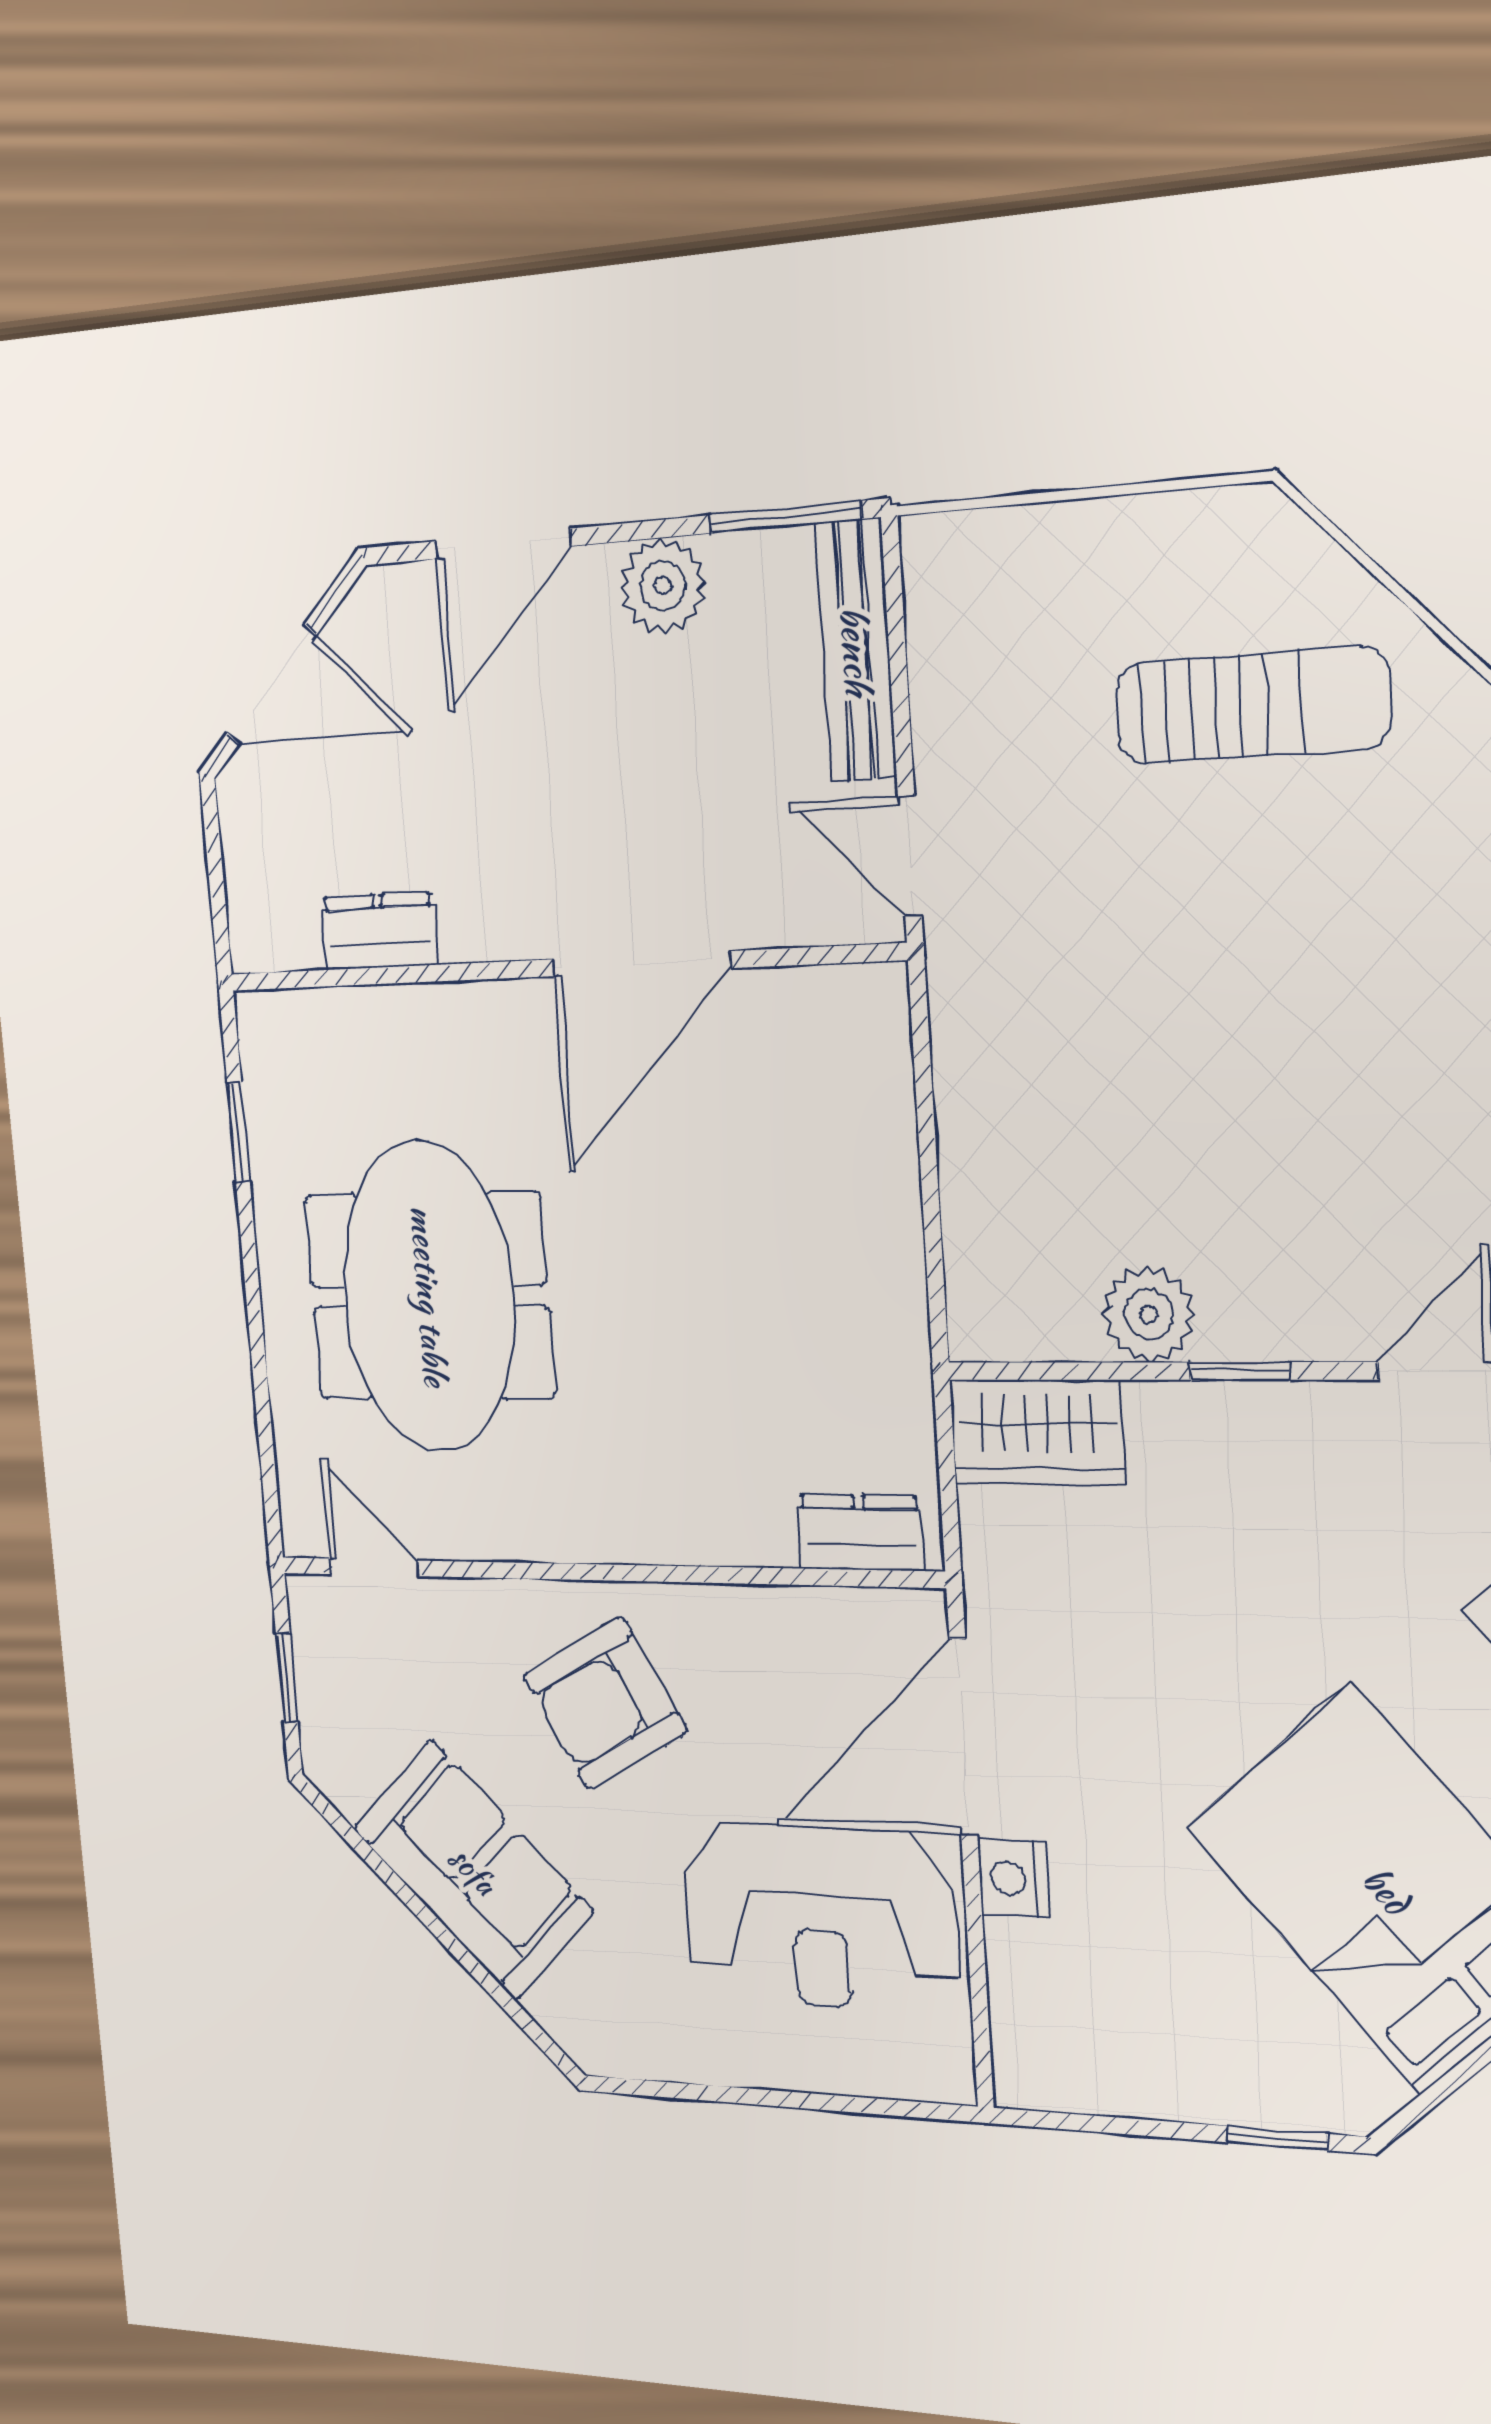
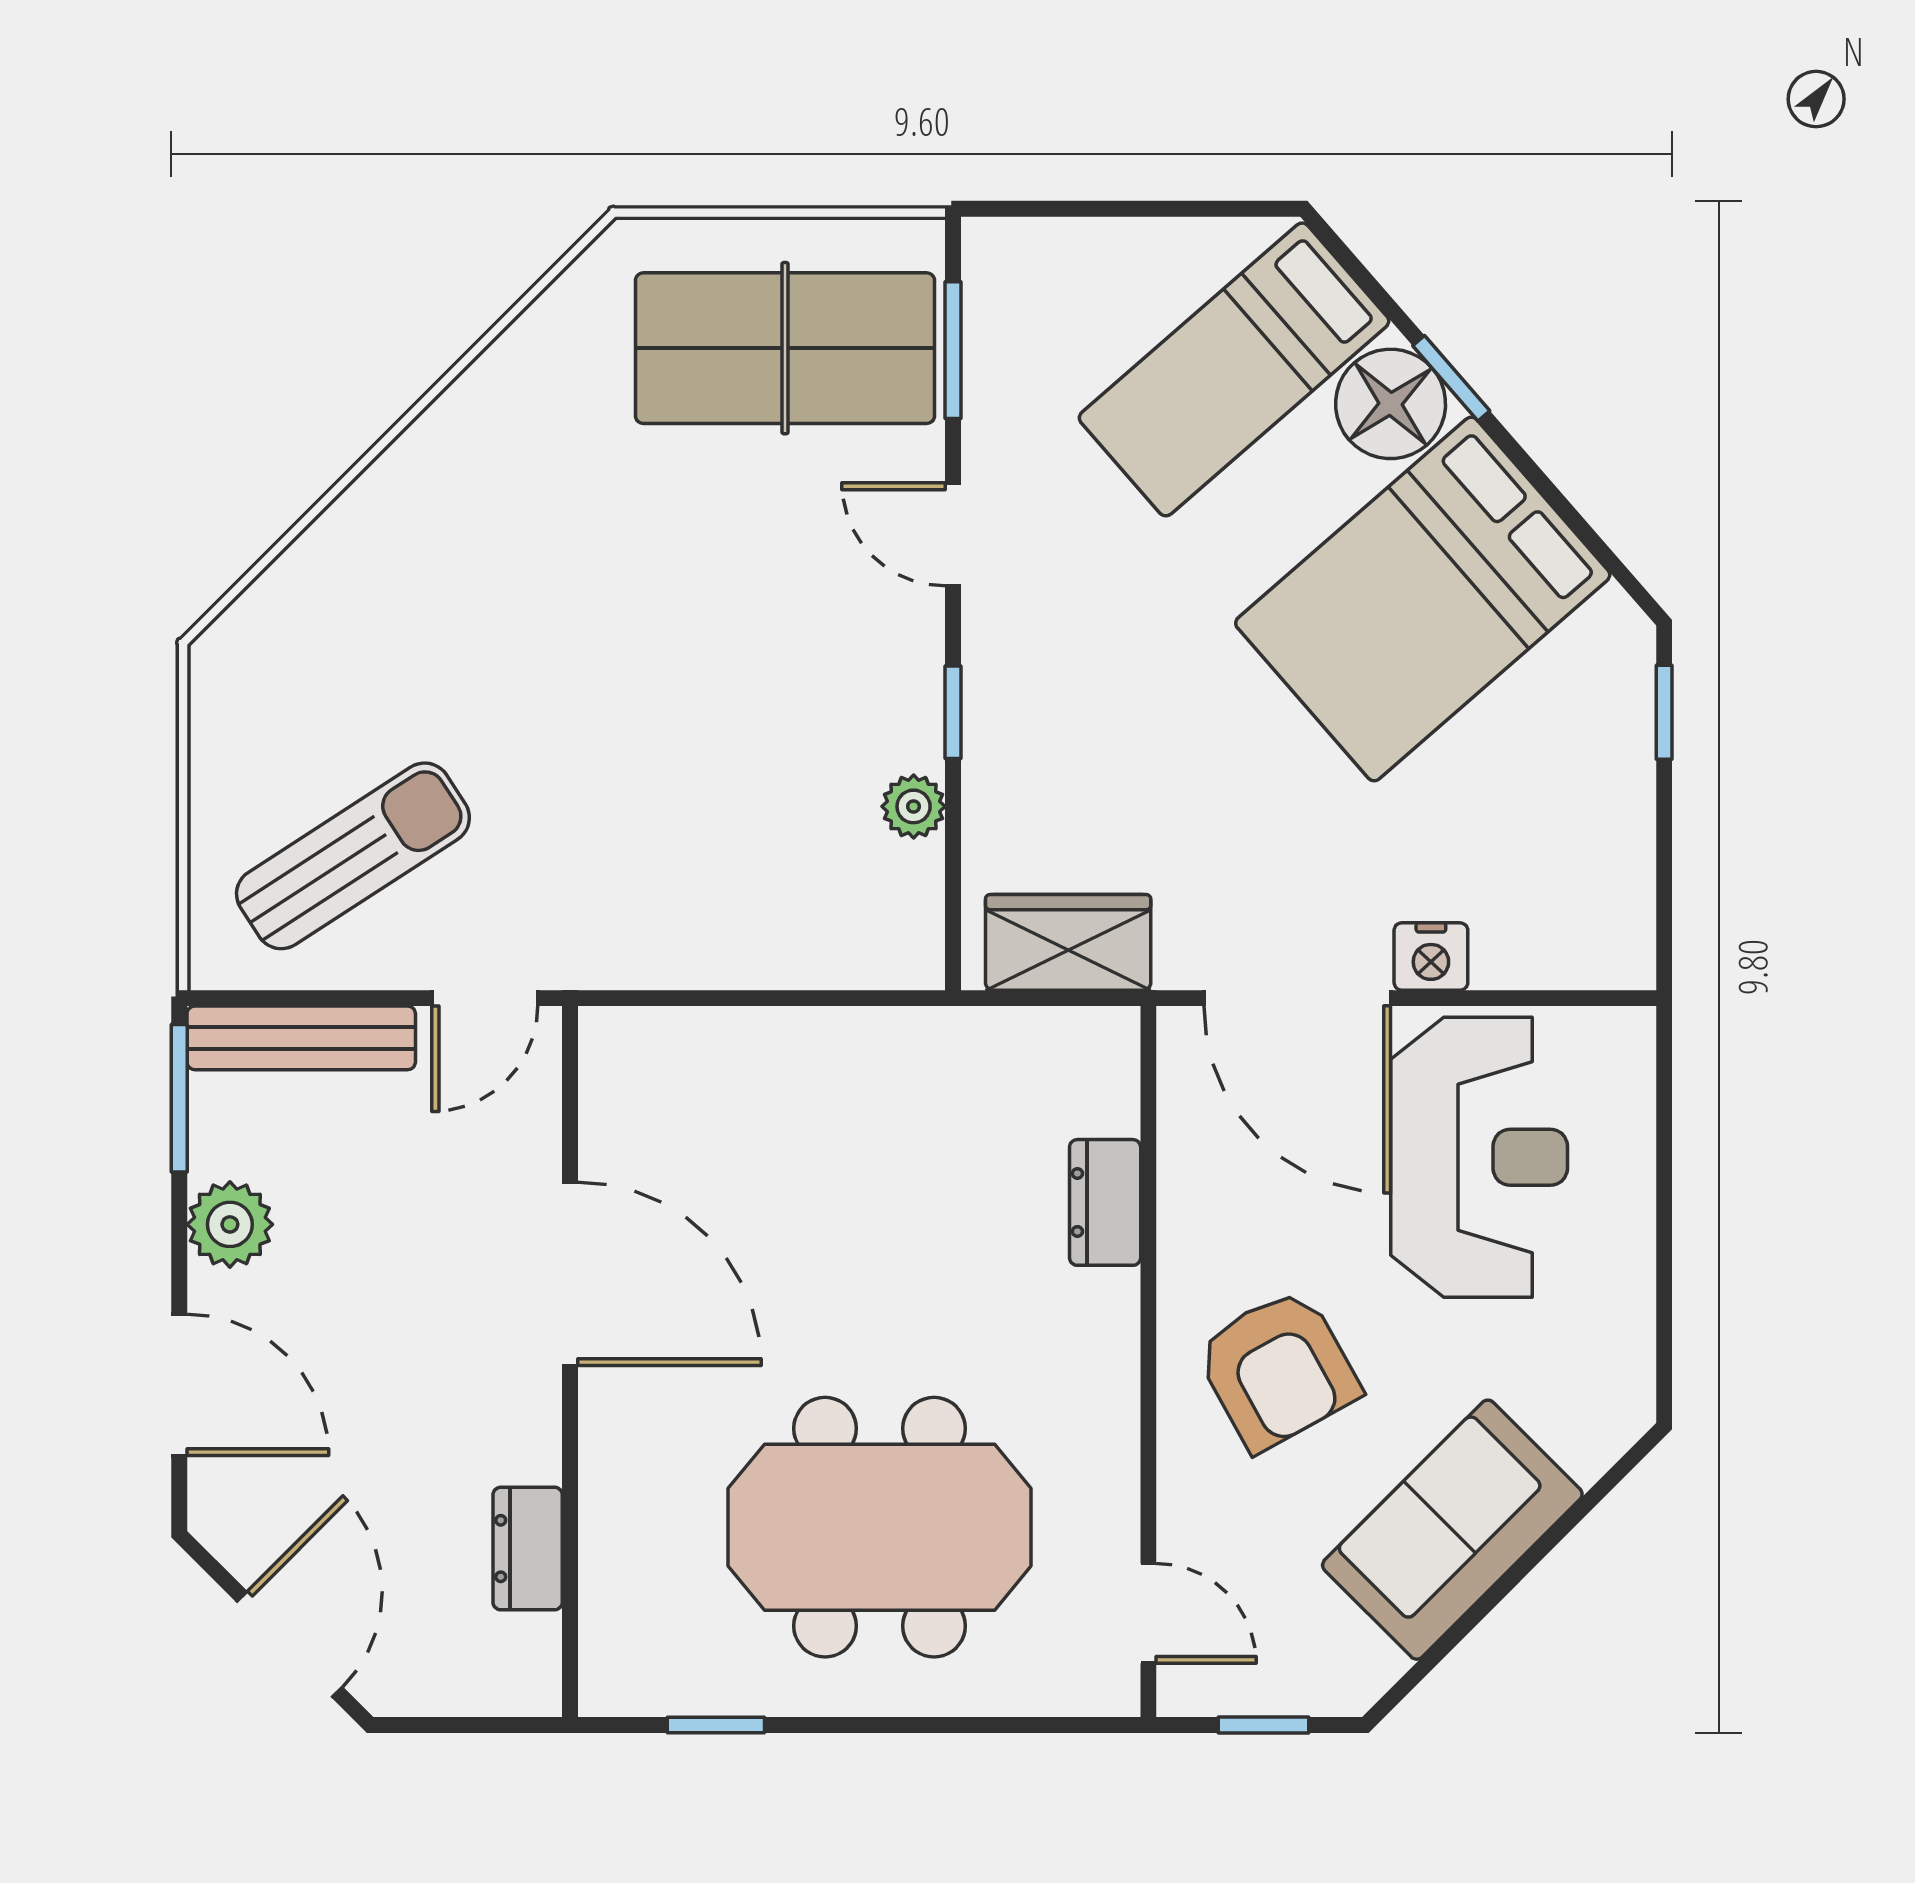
sun lounger: (1252, 706) -> (353, 856), moved, turned 57
plant: (1149, 1314) -> (914, 806), width x0.73, depth x0.73
wardrobe: (1037, 1432) -> (1068, 942), moved, turned -90
dresser: (860, 1533) -> (1105, 1202), moved
door: (374, 1567) -> (1148, 1613), swing flipped

